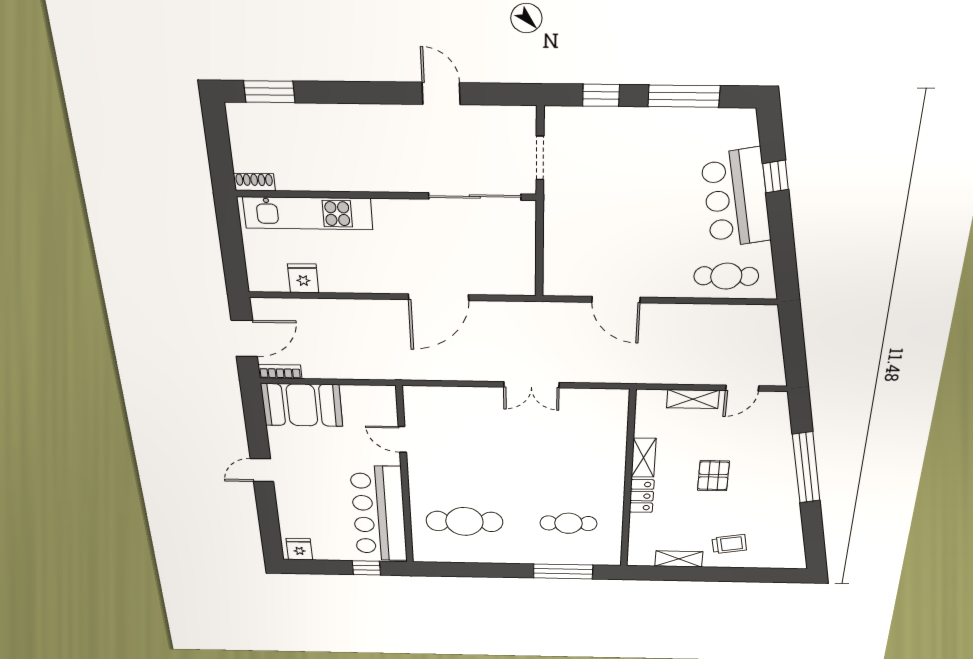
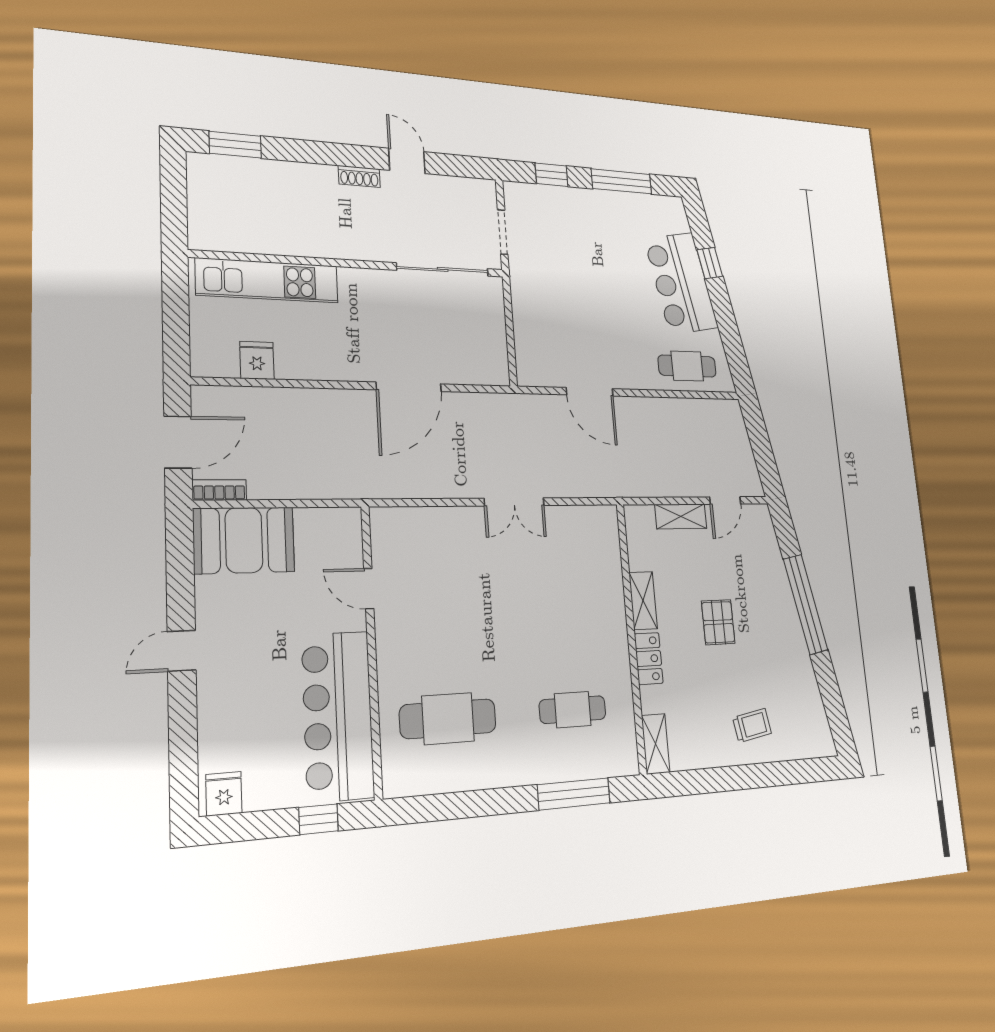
shoe rack: (254, 182) -> (359, 176), moved, turned 180
shelving: (679, 559) -> (656, 744), moved, turned 90

